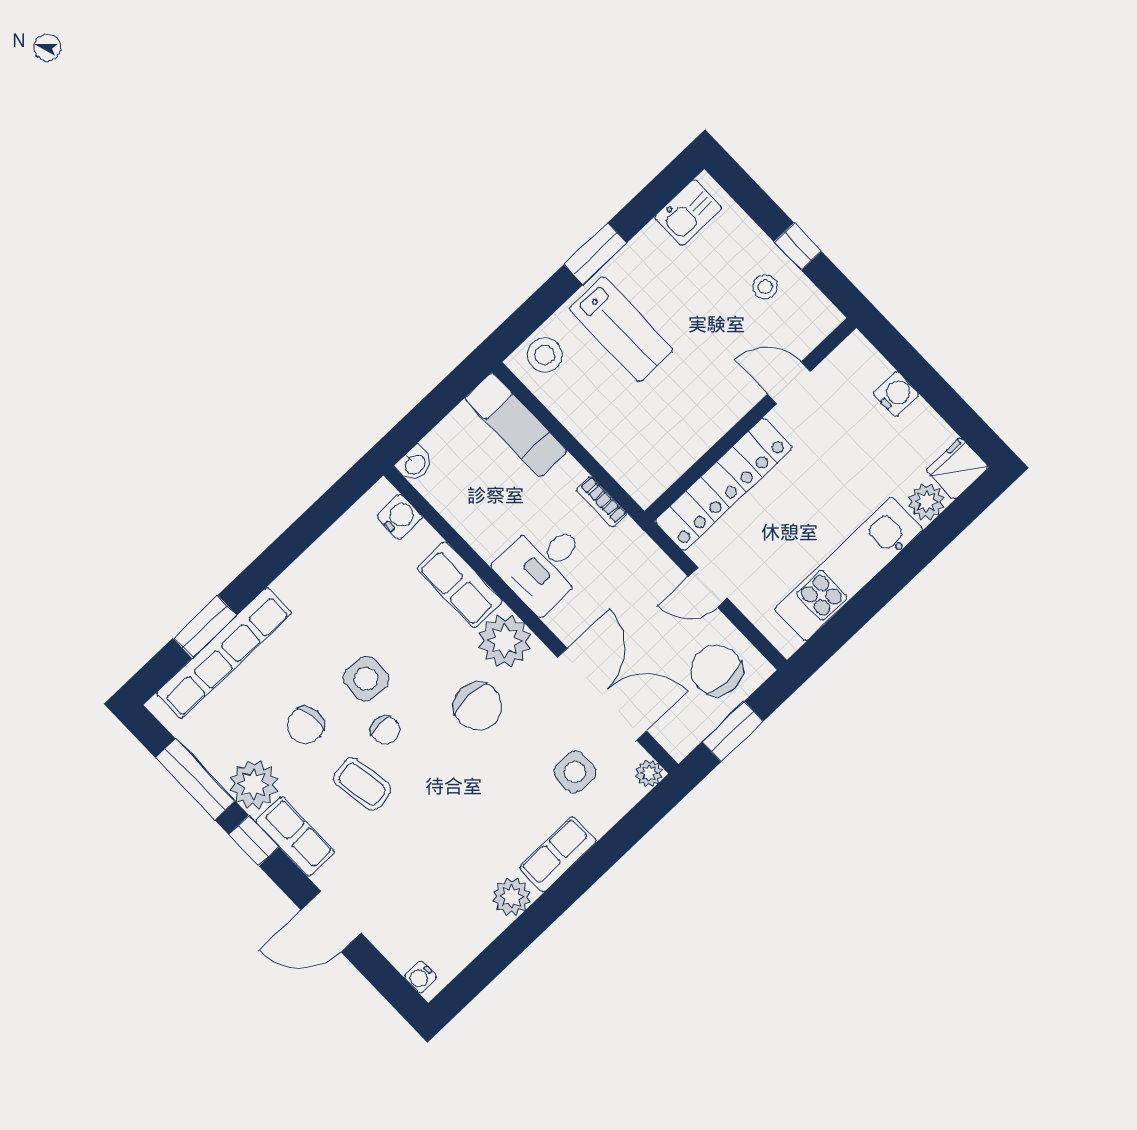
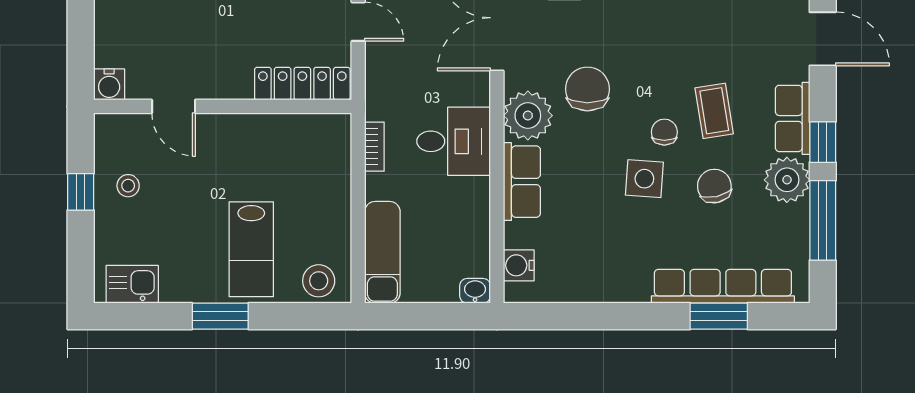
lab bench: (621, 329) -> (251, 249), turned 180
water cooler: (896, 394) -> (109, 84), moved, turned -90
locker: (724, 484) -> (302, 84), width x0.71, depth x0.83
chair: (306, 725) -> (714, 186), turned -94

